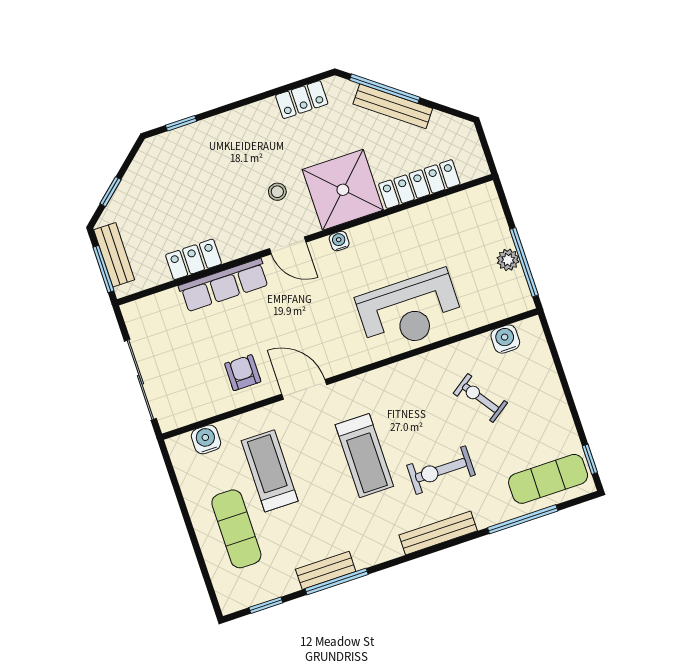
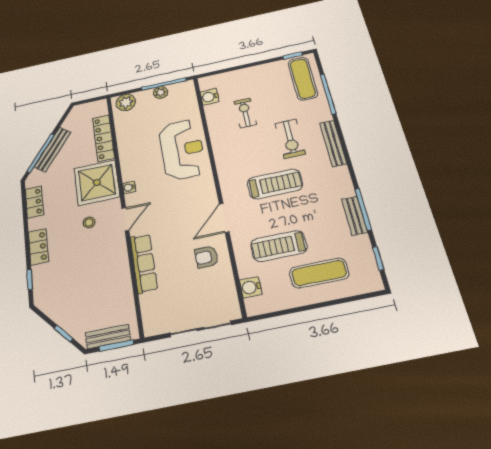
plant: (486, 207) -> (126, 102), added
locker: (194, 259) -> (38, 247), moved, turned 180
exercise bike: (480, 398) -> (245, 113), turned 125

